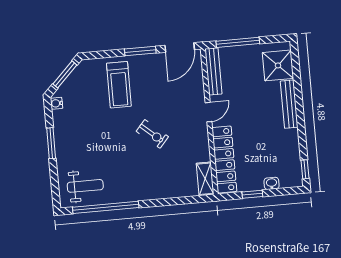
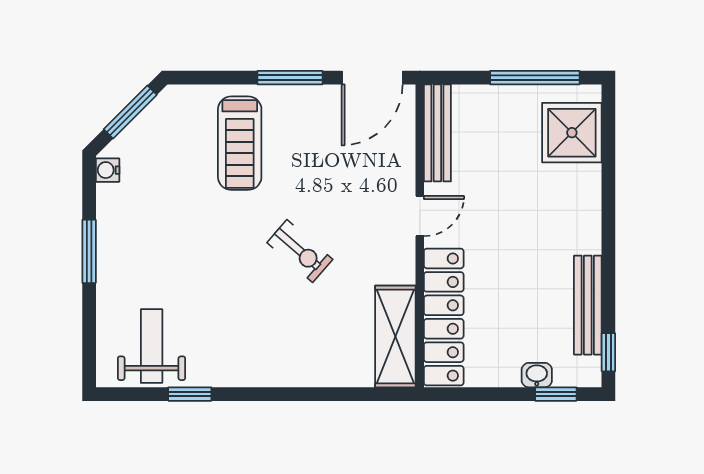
window: (238, 42) -> (535, 78), moved
bench: (289, 104) -> (588, 305), moved
shelving: (205, 179) -> (395, 336), width x1.50, depth x1.33
weight bench: (85, 186) -> (152, 346), turned -90
window: (252, 194) -> (556, 394), moved
window: (106, 207) -> (190, 394), width x0.32

